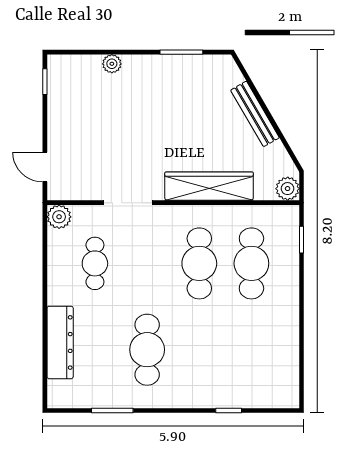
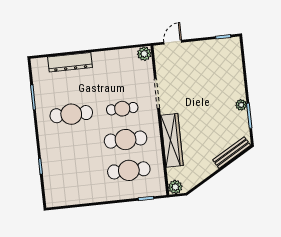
plant: (112, 64) -> (241, 105), moved
bench: (255, 114) -> (232, 153), moved
cafe table: (95, 263) -> (122, 109), moved

